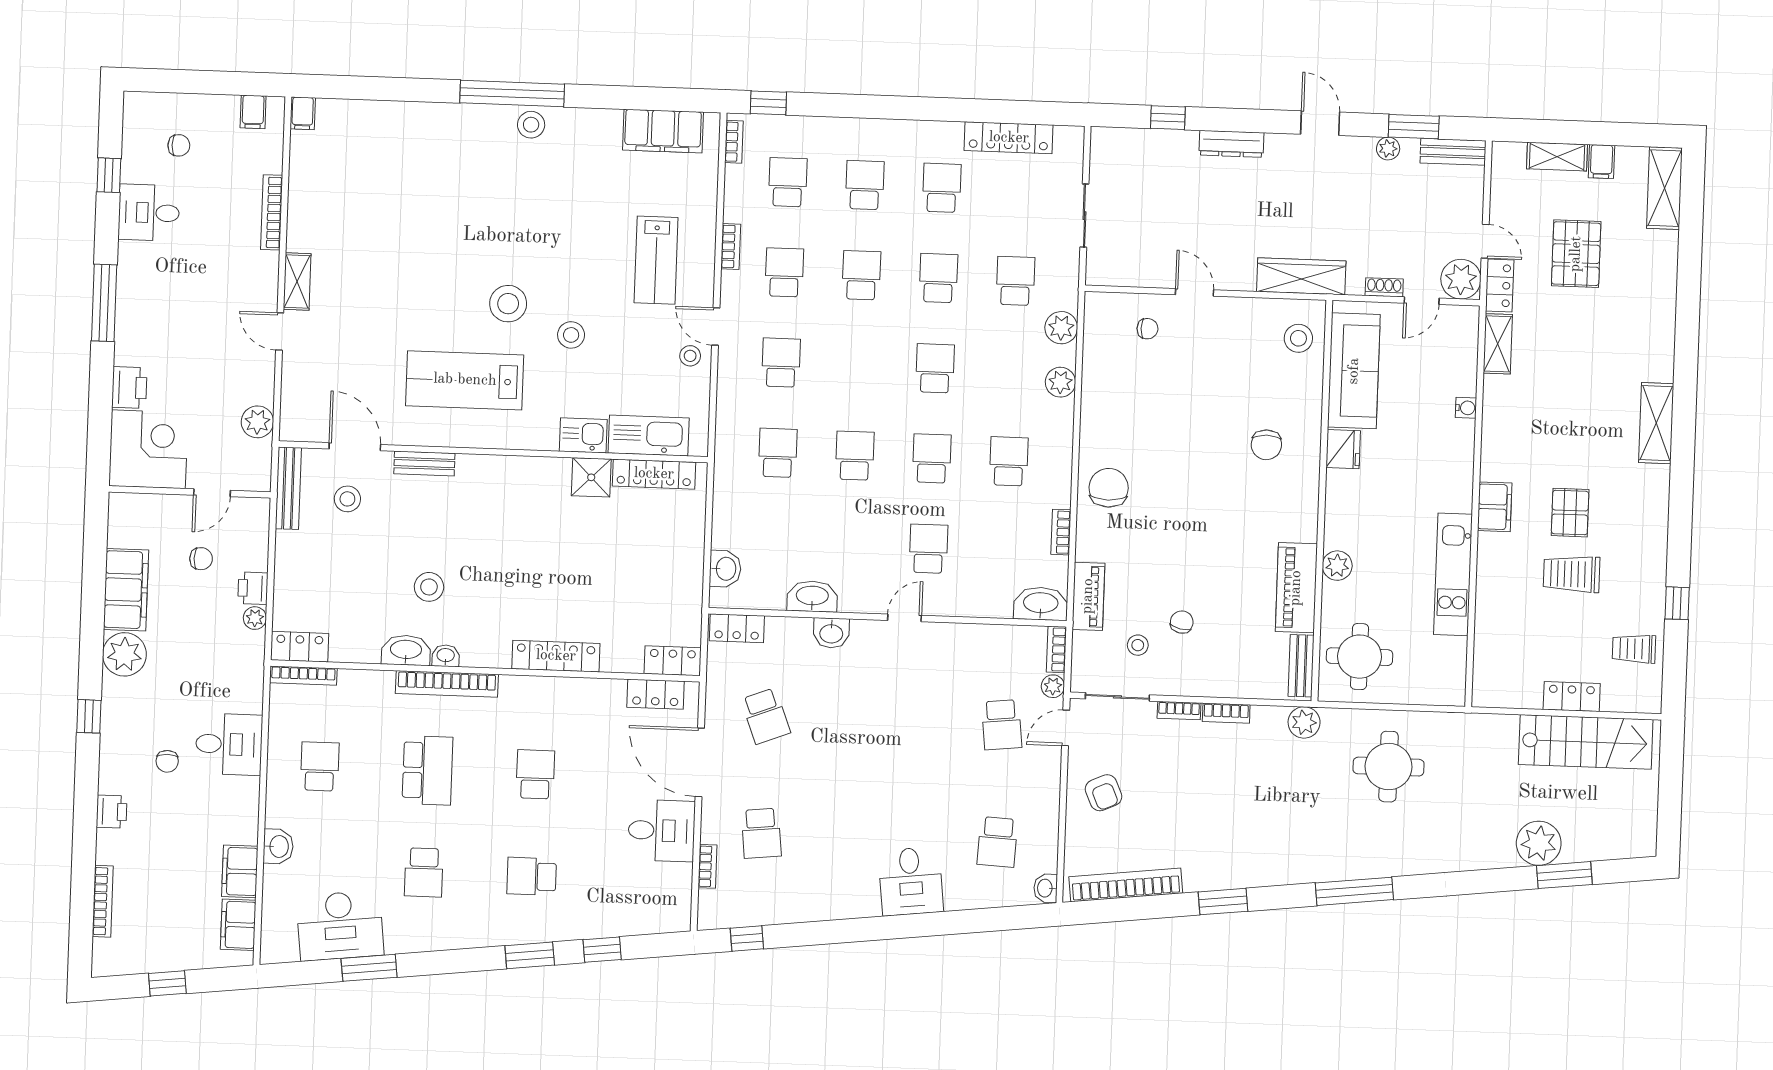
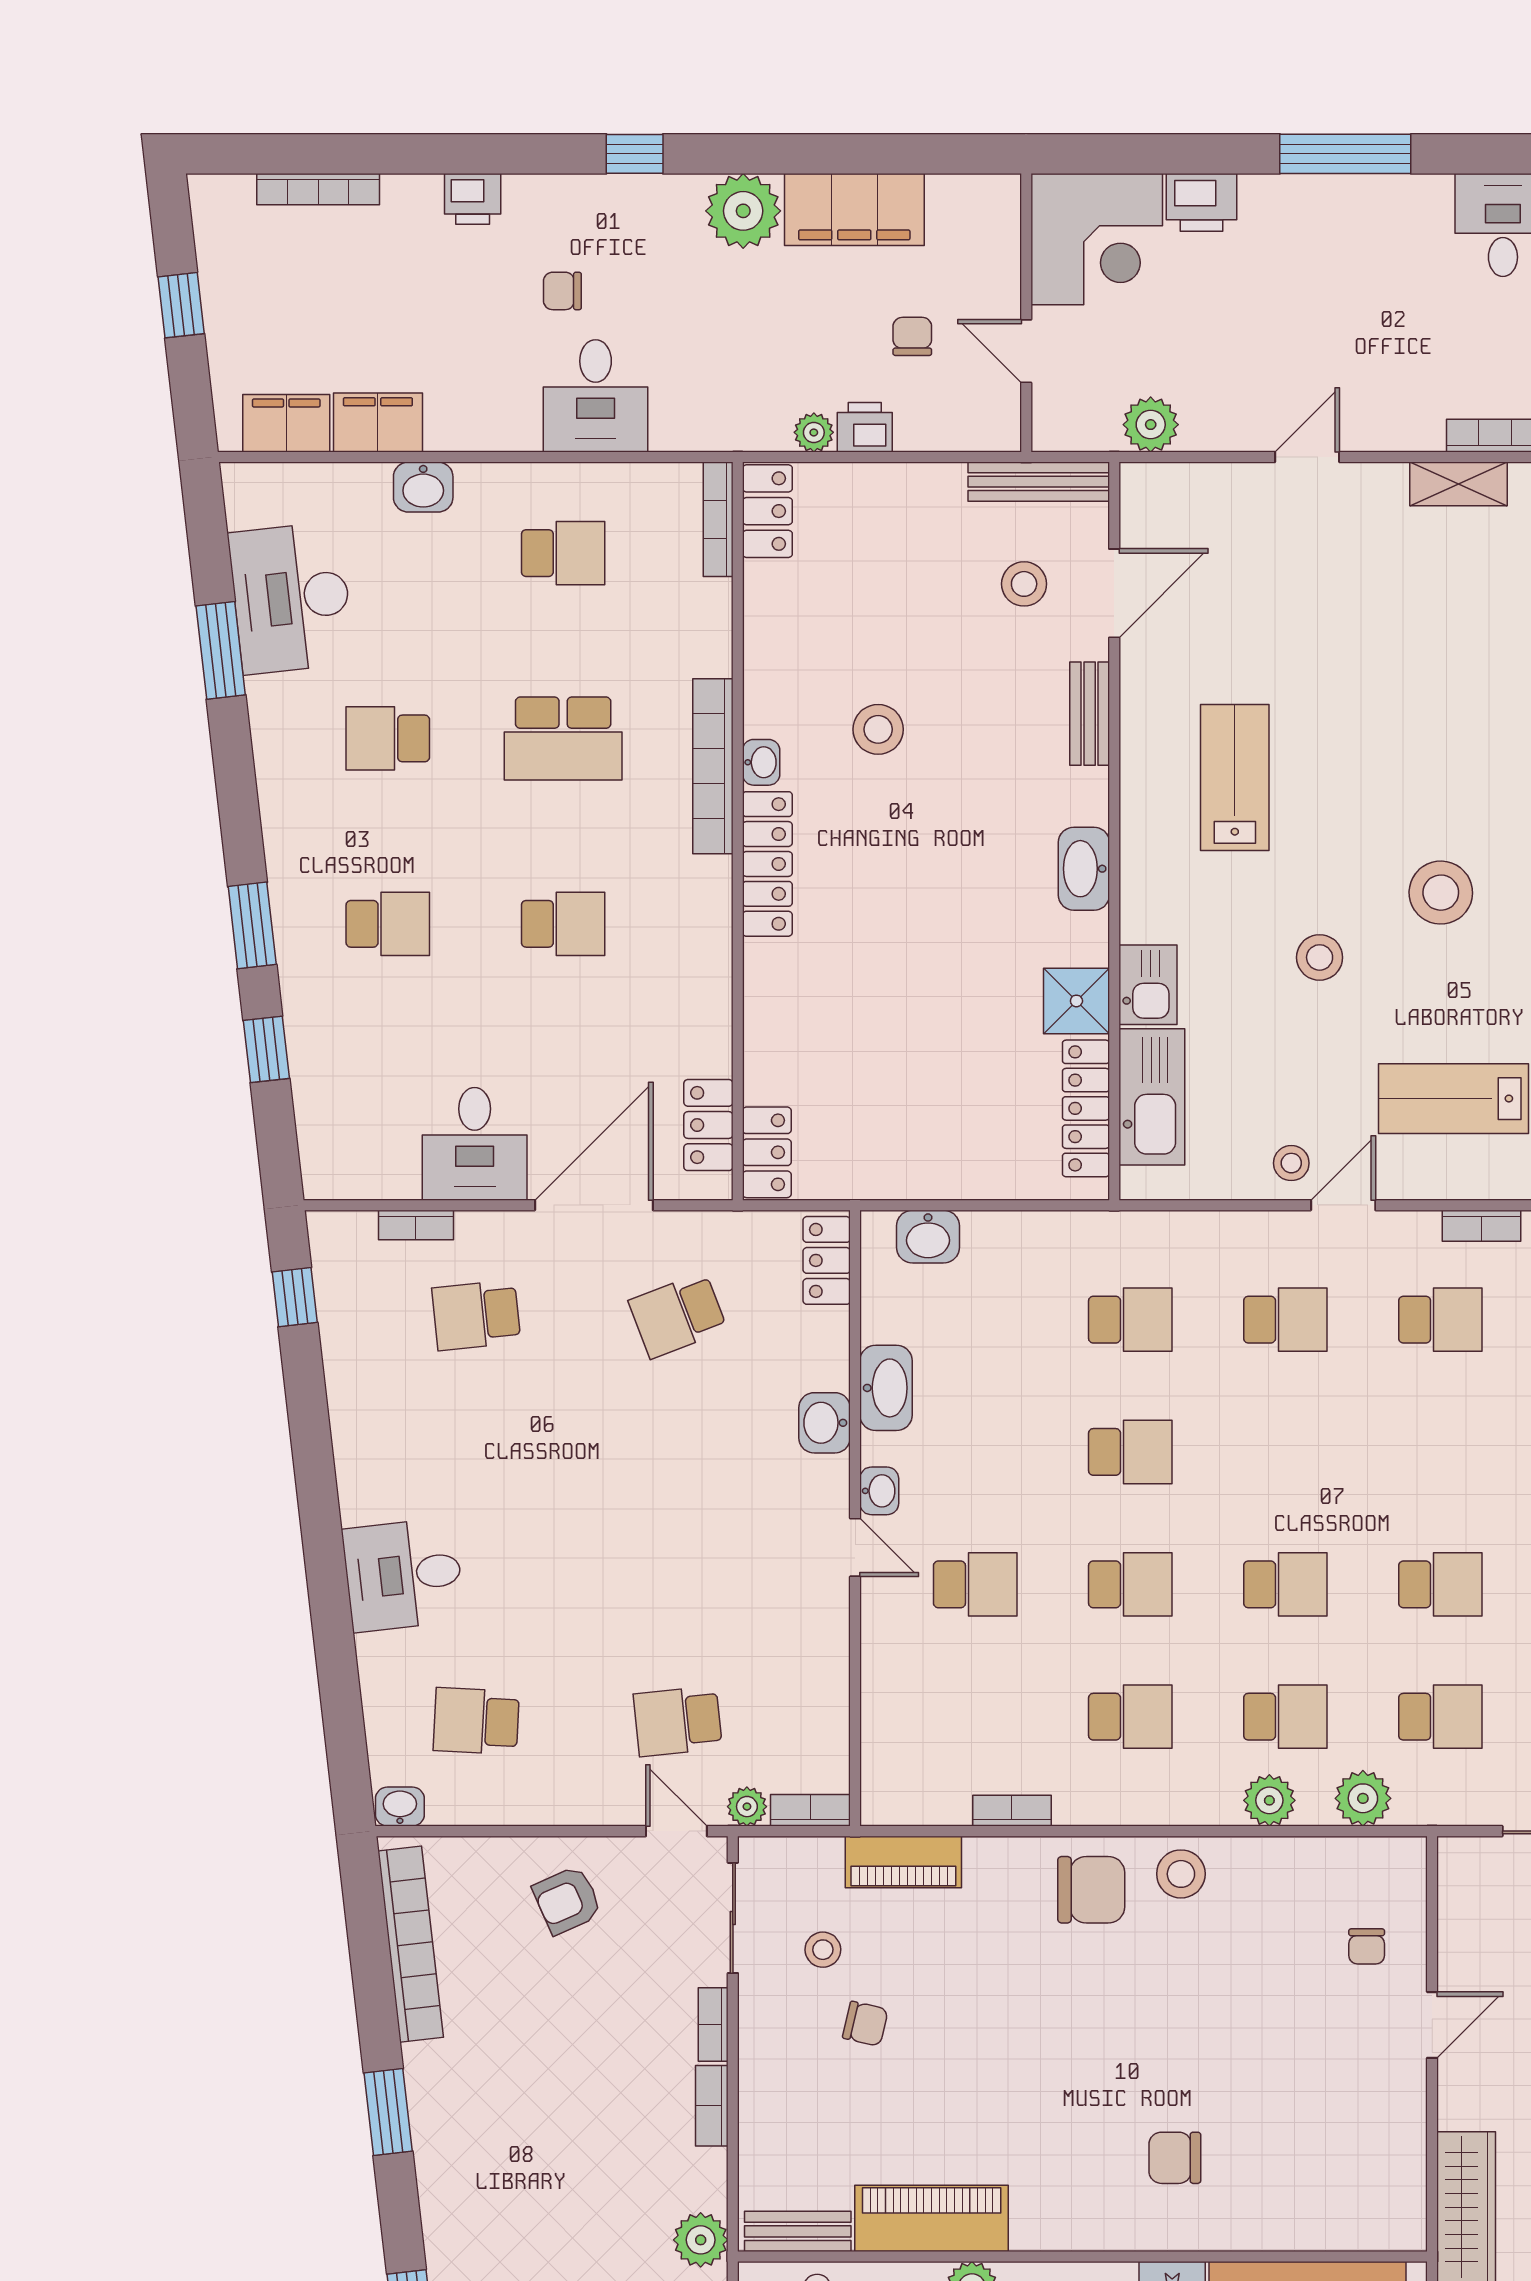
school desk: (861, 275) -> (1285, 1717), moved
shelving: (297, 281) -> (1459, 484), moved
stool: (508, 304) -> (1441, 893), moved
stool: (1298, 338) -> (1181, 1874), moved
lab bench: (465, 380) -> (1235, 778), width x0.73, depth x0.72
chair: (201, 559) -> (912, 336), turned 180
washbasin: (1041, 604) -> (879, 1491), moved, width x0.52, depth x0.69
washbasin: (406, 650) -> (1084, 869), moved, turned 180
locker: (556, 656) -> (767, 864), moved
school desk: (532, 876) -> (388, 924), turned 90

